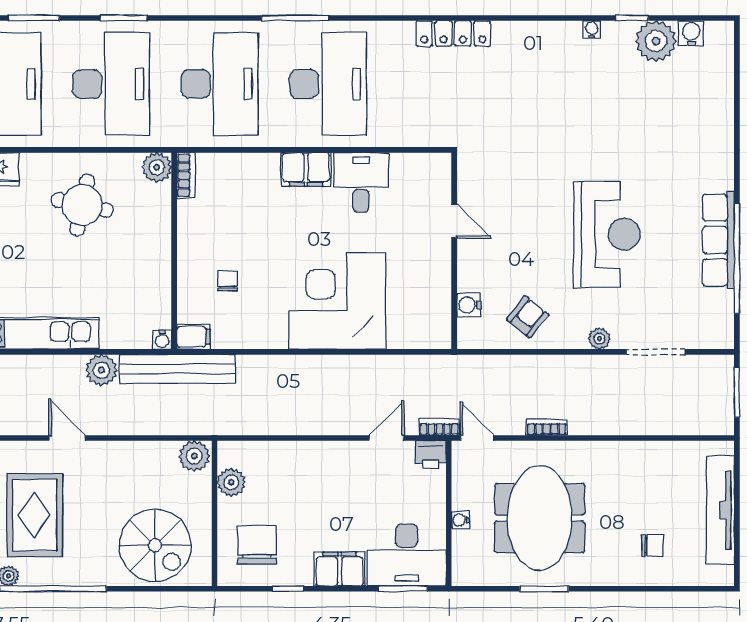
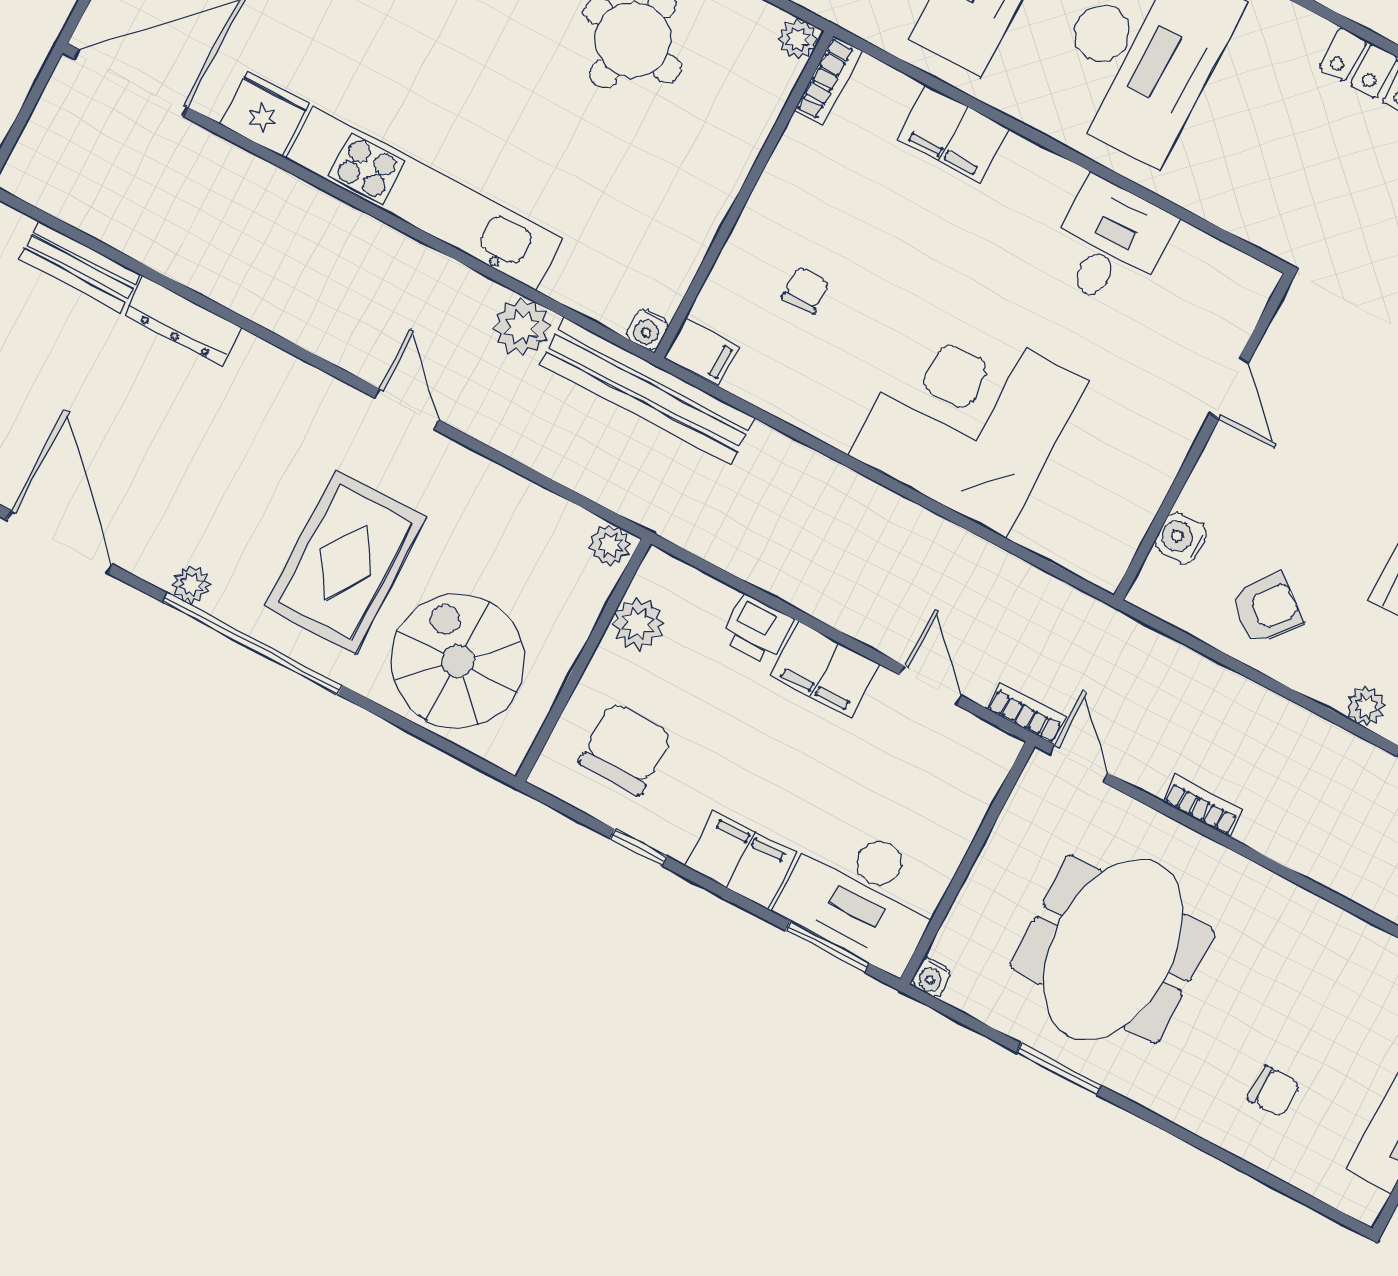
plant: (157, 167) -> (798, 39), width x0.73, depth x0.73
filing cabinet: (306, 169) -> (953, 134), moved
door: (387, 438) -> (931, 685), hinge flipped
printer: (431, 455) -> (757, 629), moved
plant: (194, 456) -> (610, 545), width x0.73, depth x0.73
filing cabinet: (332, 457) -> (825, 670), added
rug: (35, 515) -> (346, 562), moved
water cooler: (460, 520) -> (931, 977), moved, turned -90
spiral stairs: (155, 545) -> (458, 661), turned 180

